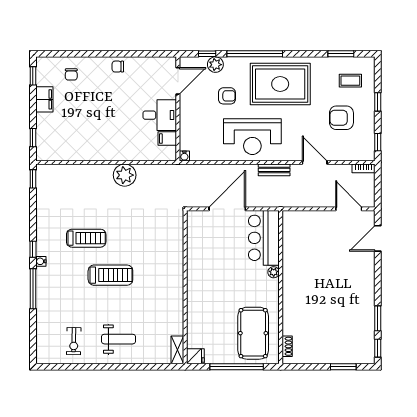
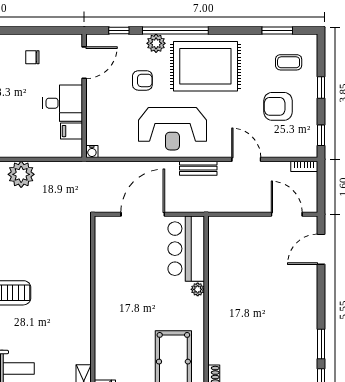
plant: (215, 65) -> (156, 43), moved
chair: (118, 67) -> (32, 57), moved

